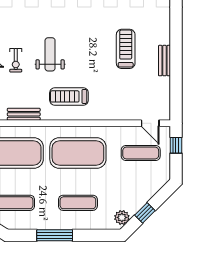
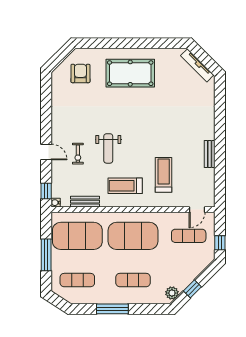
treadmill: (126, 49) -> (164, 175), moved
weight bench: (50, 54) -> (108, 148), turned 180
door: (150, 123) -> (197, 210), hinge flipped
window: (176, 145) -> (220, 243), moved

